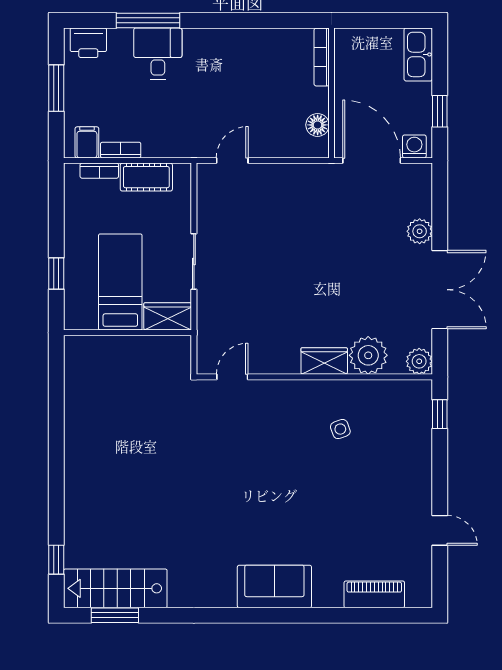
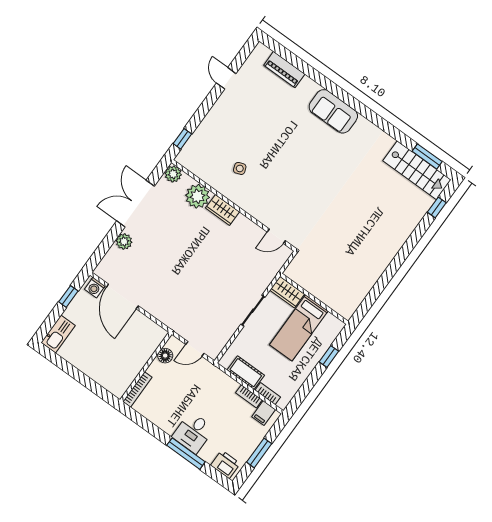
bookcase: (322, 57) -> (137, 389), moved
wall: (331, 93) -> (146, 367), moved
floor lamp: (318, 125) -> (165, 356), moved

